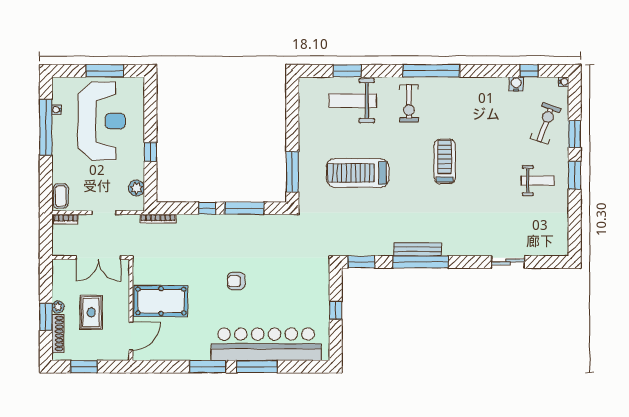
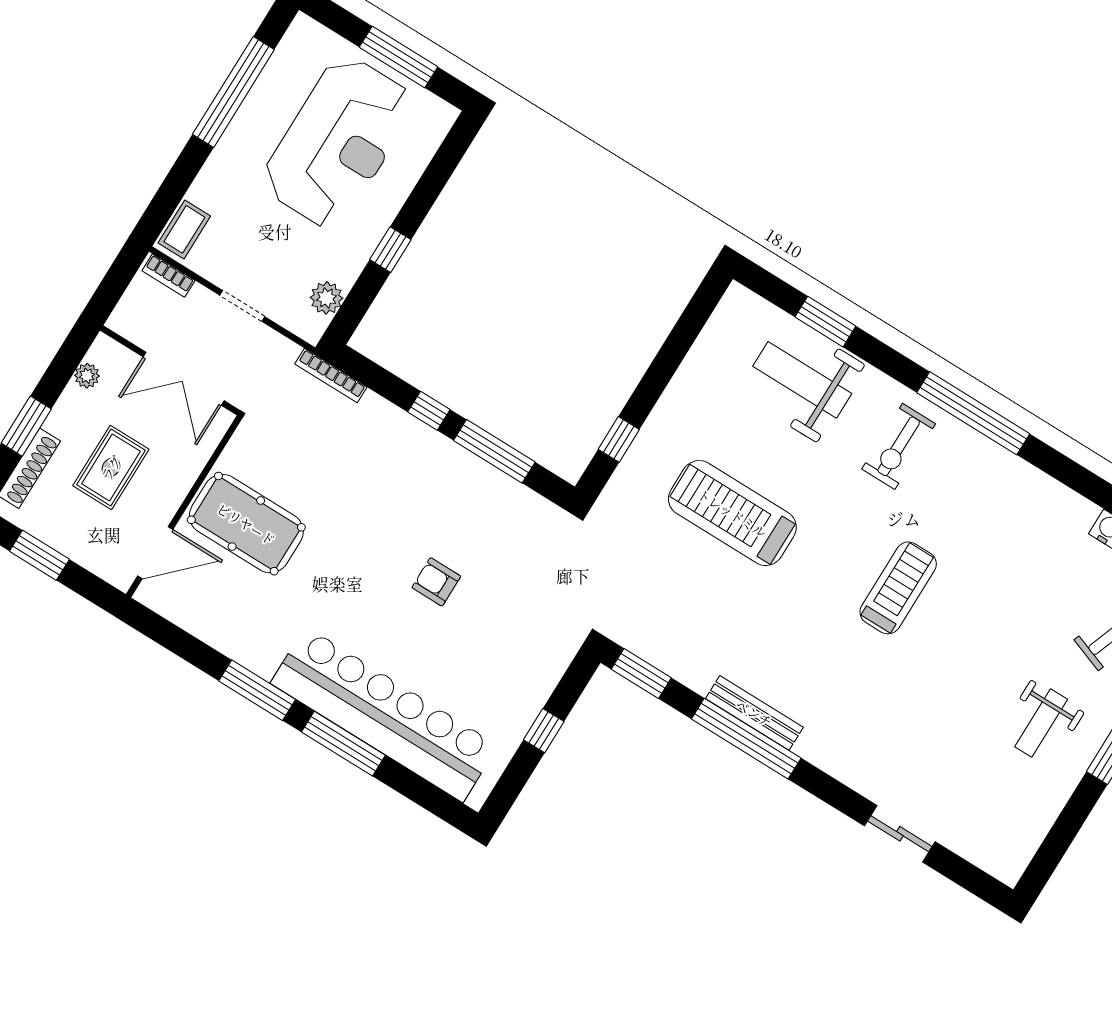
water cooler: (57, 110) -> (271, 73), removed
window: (292, 172) -> (619, 439), width x0.46
weight bench: (538, 181) -> (1041, 723), turned 90
armchair: (236, 281) -> (436, 582), moved
plant: (58, 307) -> (87, 376), moved

